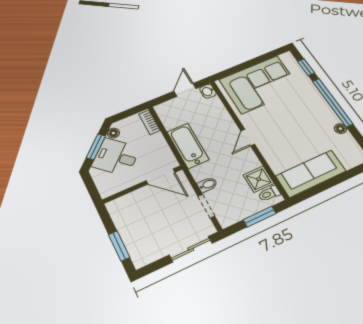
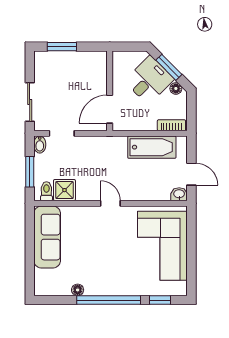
bathtub: (188, 146) -> (152, 147), moved
bidet: (207, 185) -> (40, 145), moved

